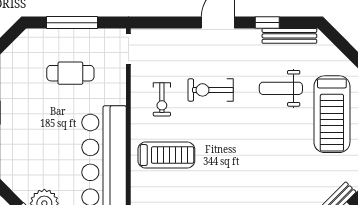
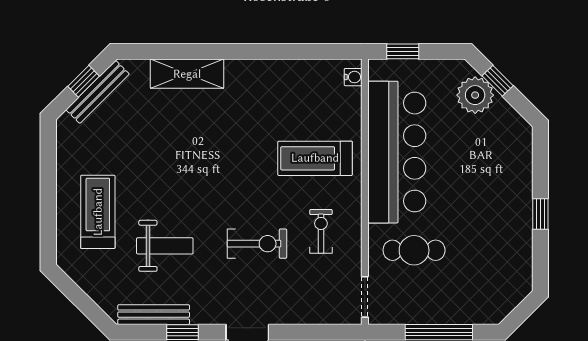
cafe table: (70, 73) -> (414, 250), moved
treadmill: (332, 114) -> (98, 212), width x0.73, depth x0.73

